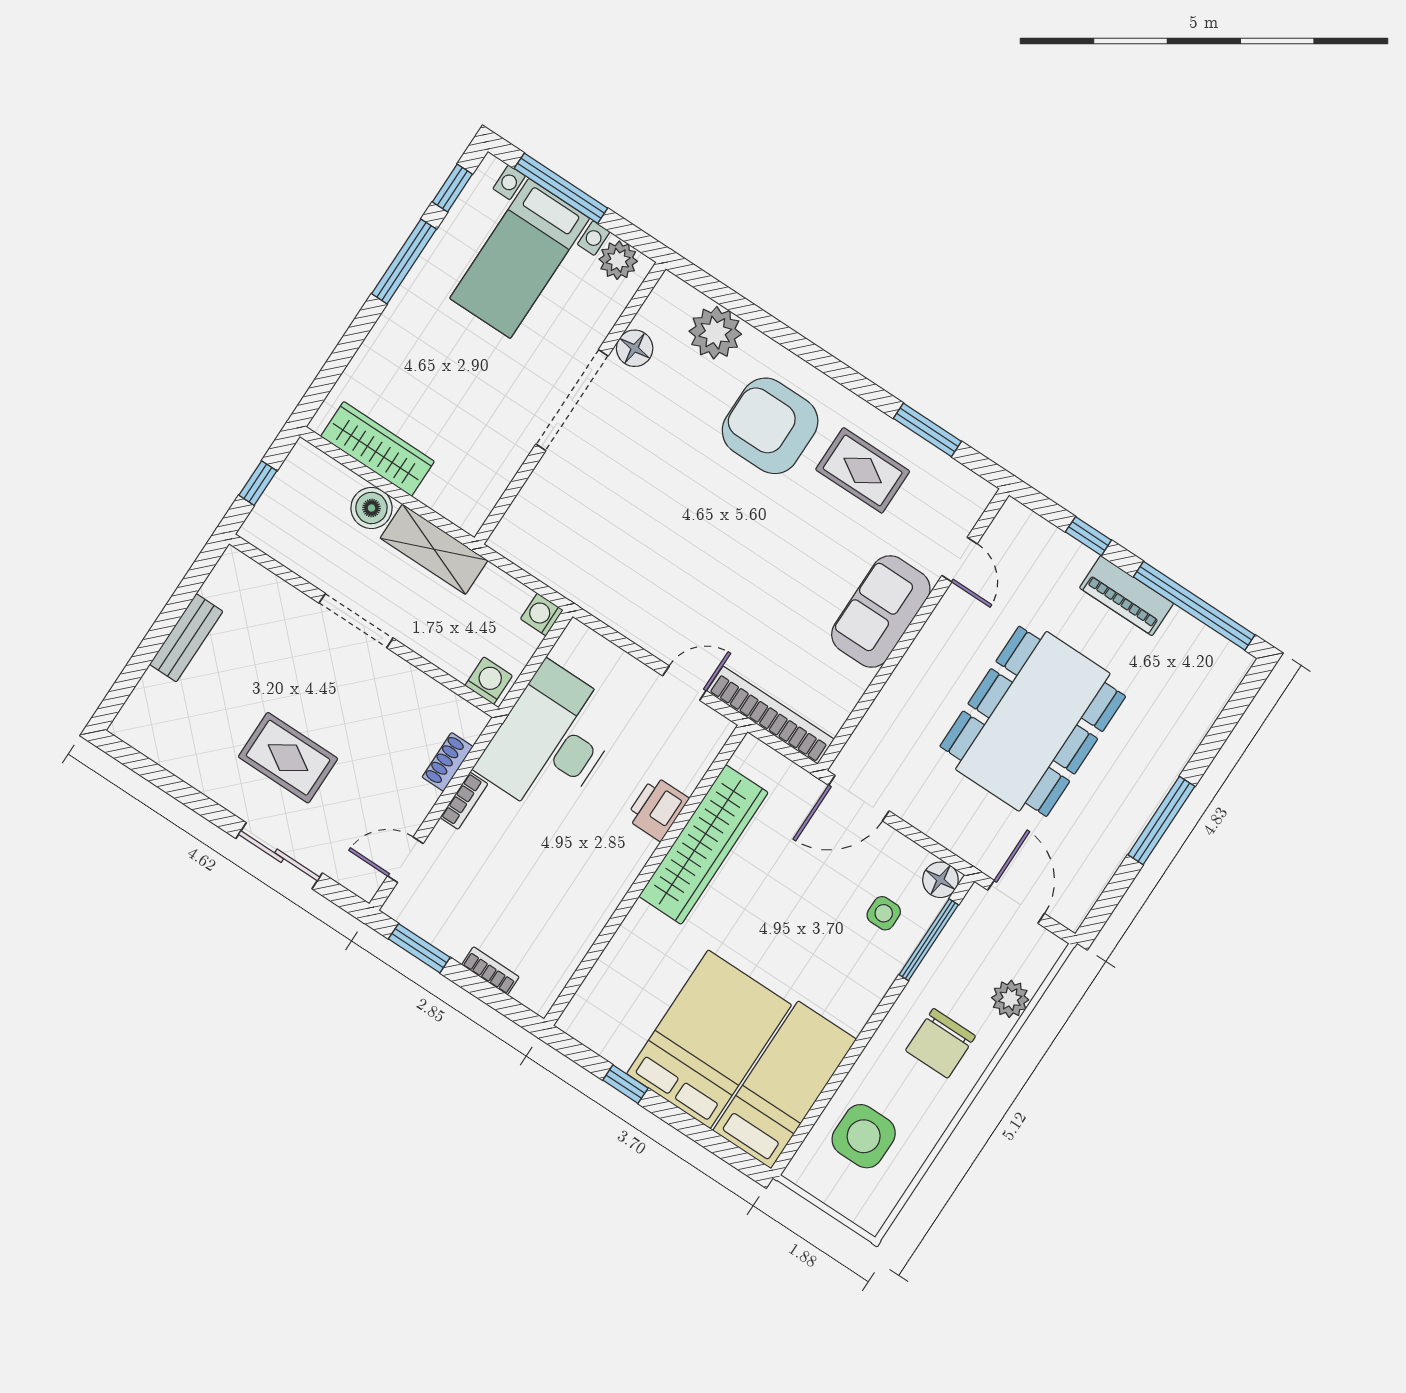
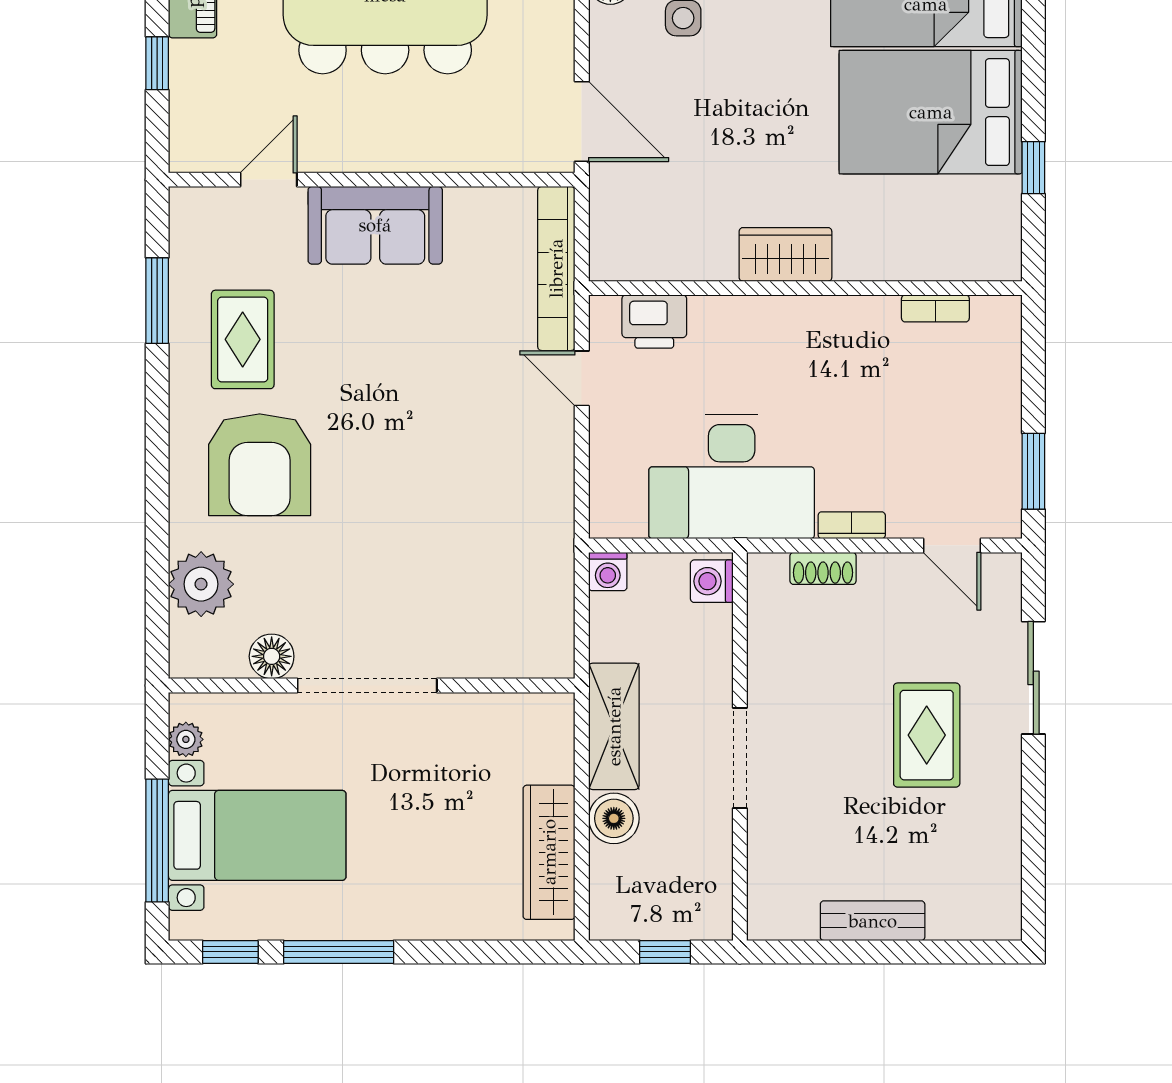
plant: (618, 260) -> (186, 739), width x0.73, depth x0.73
printer: (657, 808) -> (654, 322), moved
wardrobe: (703, 844) -> (785, 254), width x0.48, depth x0.85
bookcase: (490, 971) -> (935, 308), moved, turned -90

